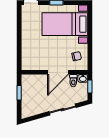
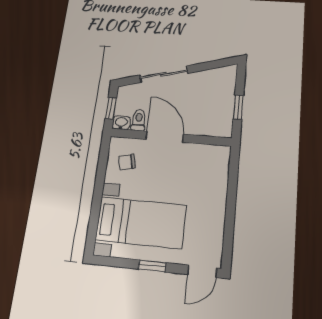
door: (58, 72) -> (165, 137), hinge flipped

